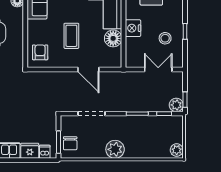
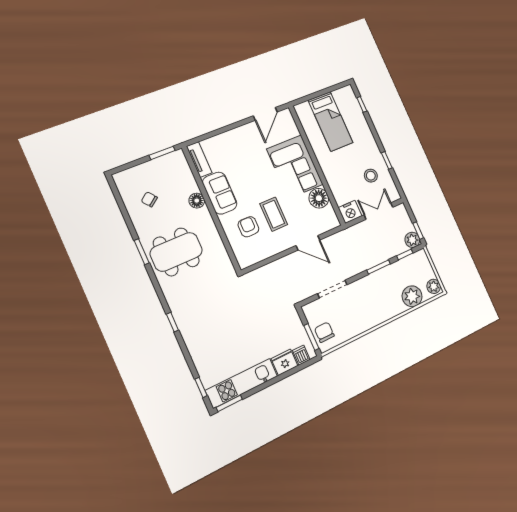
nightstand: (133, 28) -> (350, 212), moved, turned -90
armchair: (40, 52) -> (248, 227), moved
chair: (70, 143) -> (324, 332), turned 180
plant: (115, 149) -> (412, 296), moved

